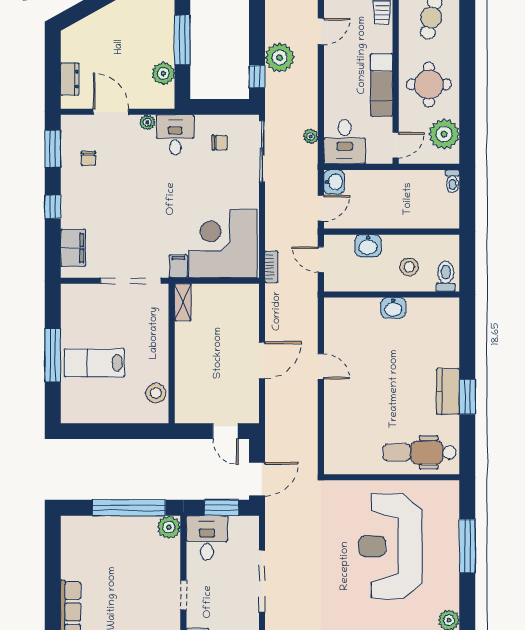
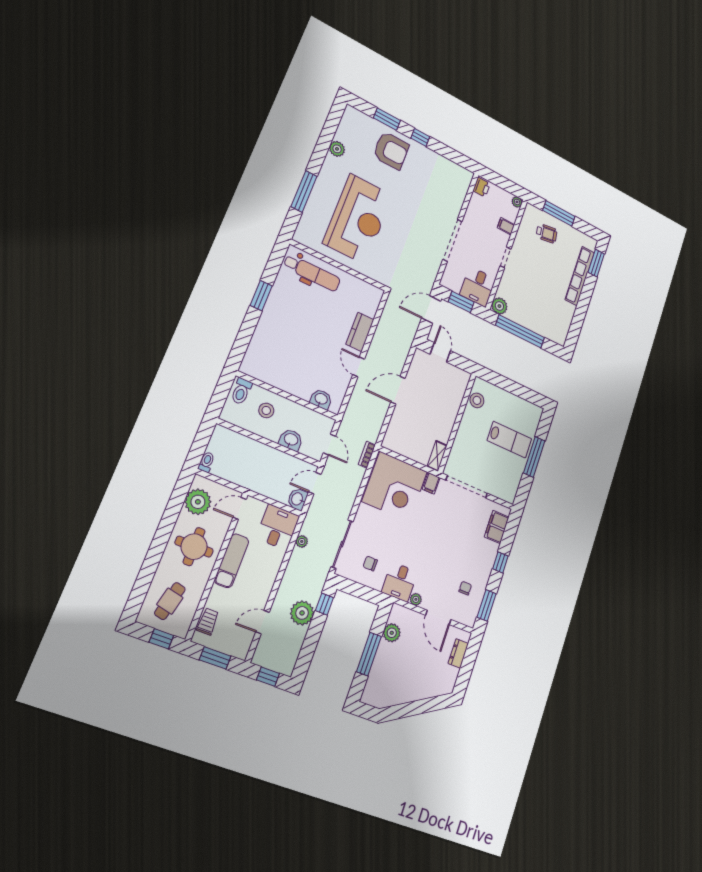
washbasin: (393, 308) -> (321, 399), moved
kitchen counter: (448, 392) -> (360, 332), moved, turned 180

